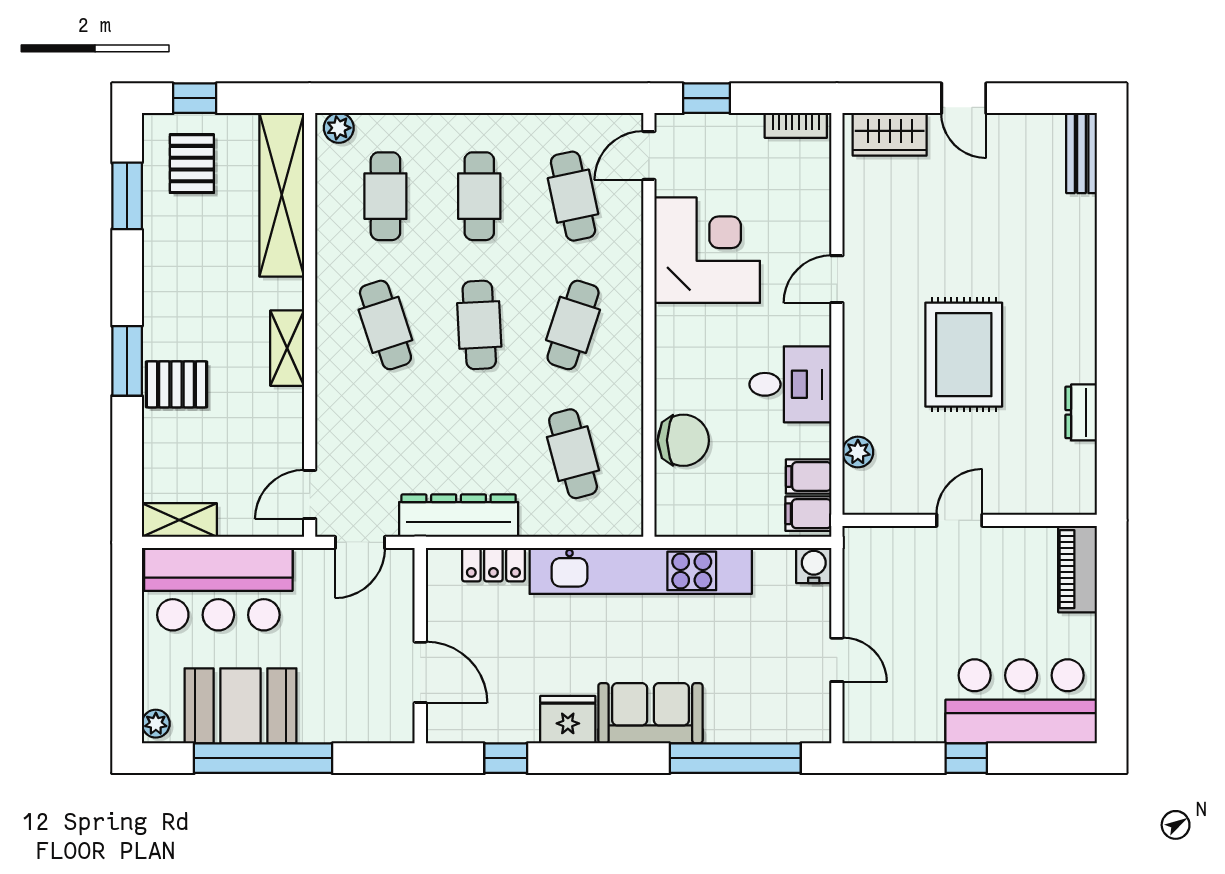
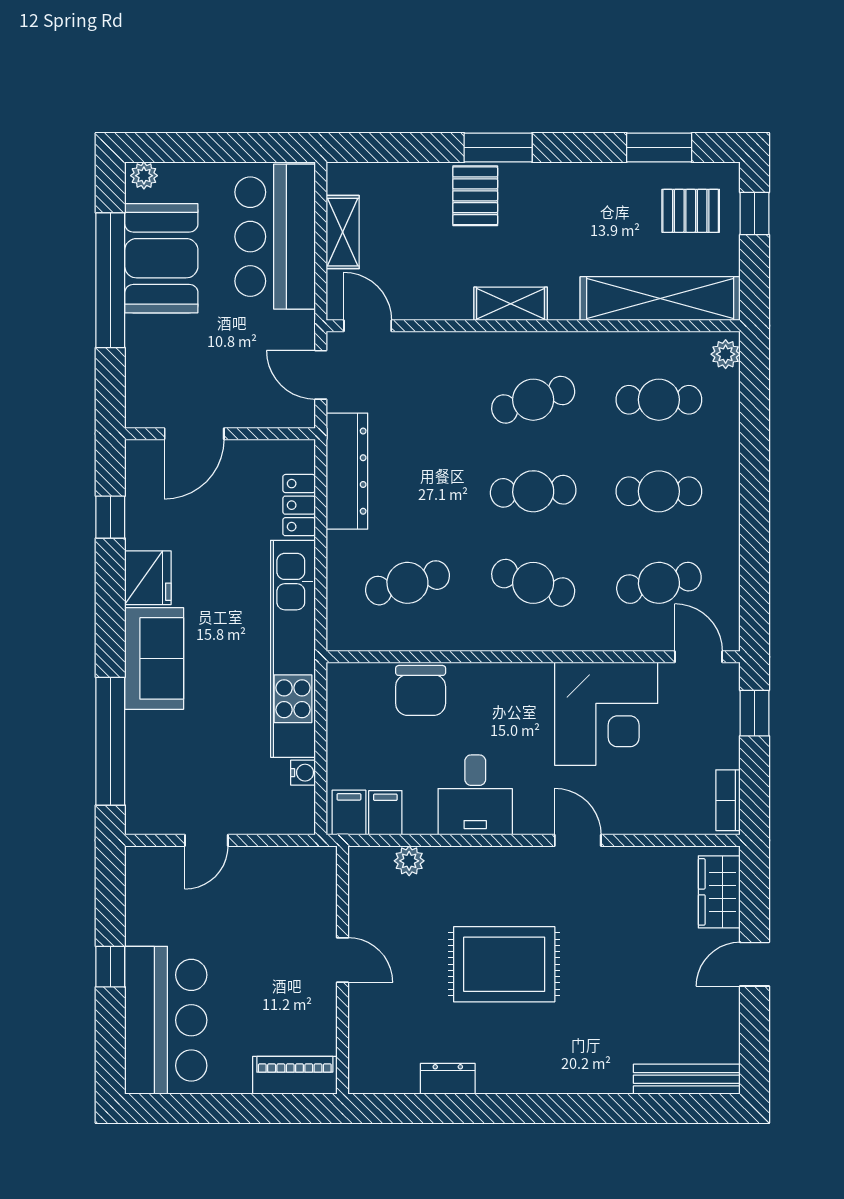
bench: (1082, 153) -> (687, 1079), width x1.36
shelving: (179, 520) -> (343, 232), moved
water cooler: (814, 566) -> (303, 773), moved, width x0.72, depth x0.72

